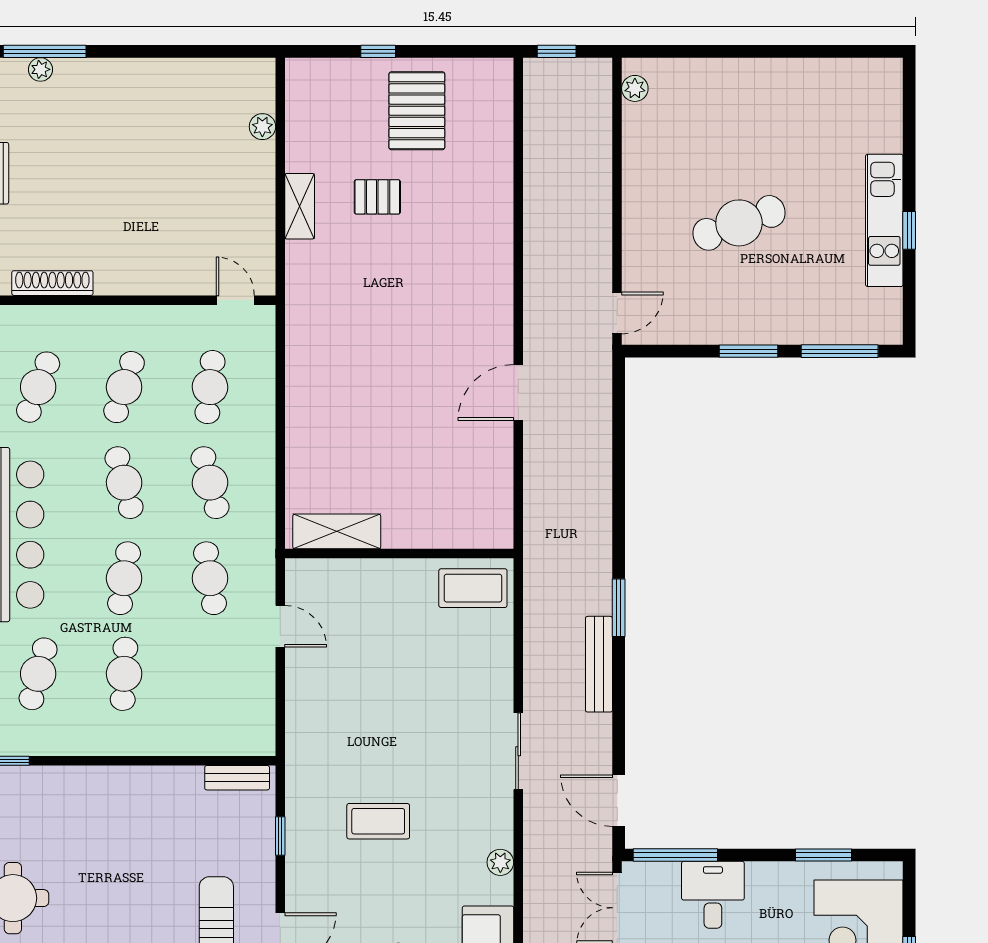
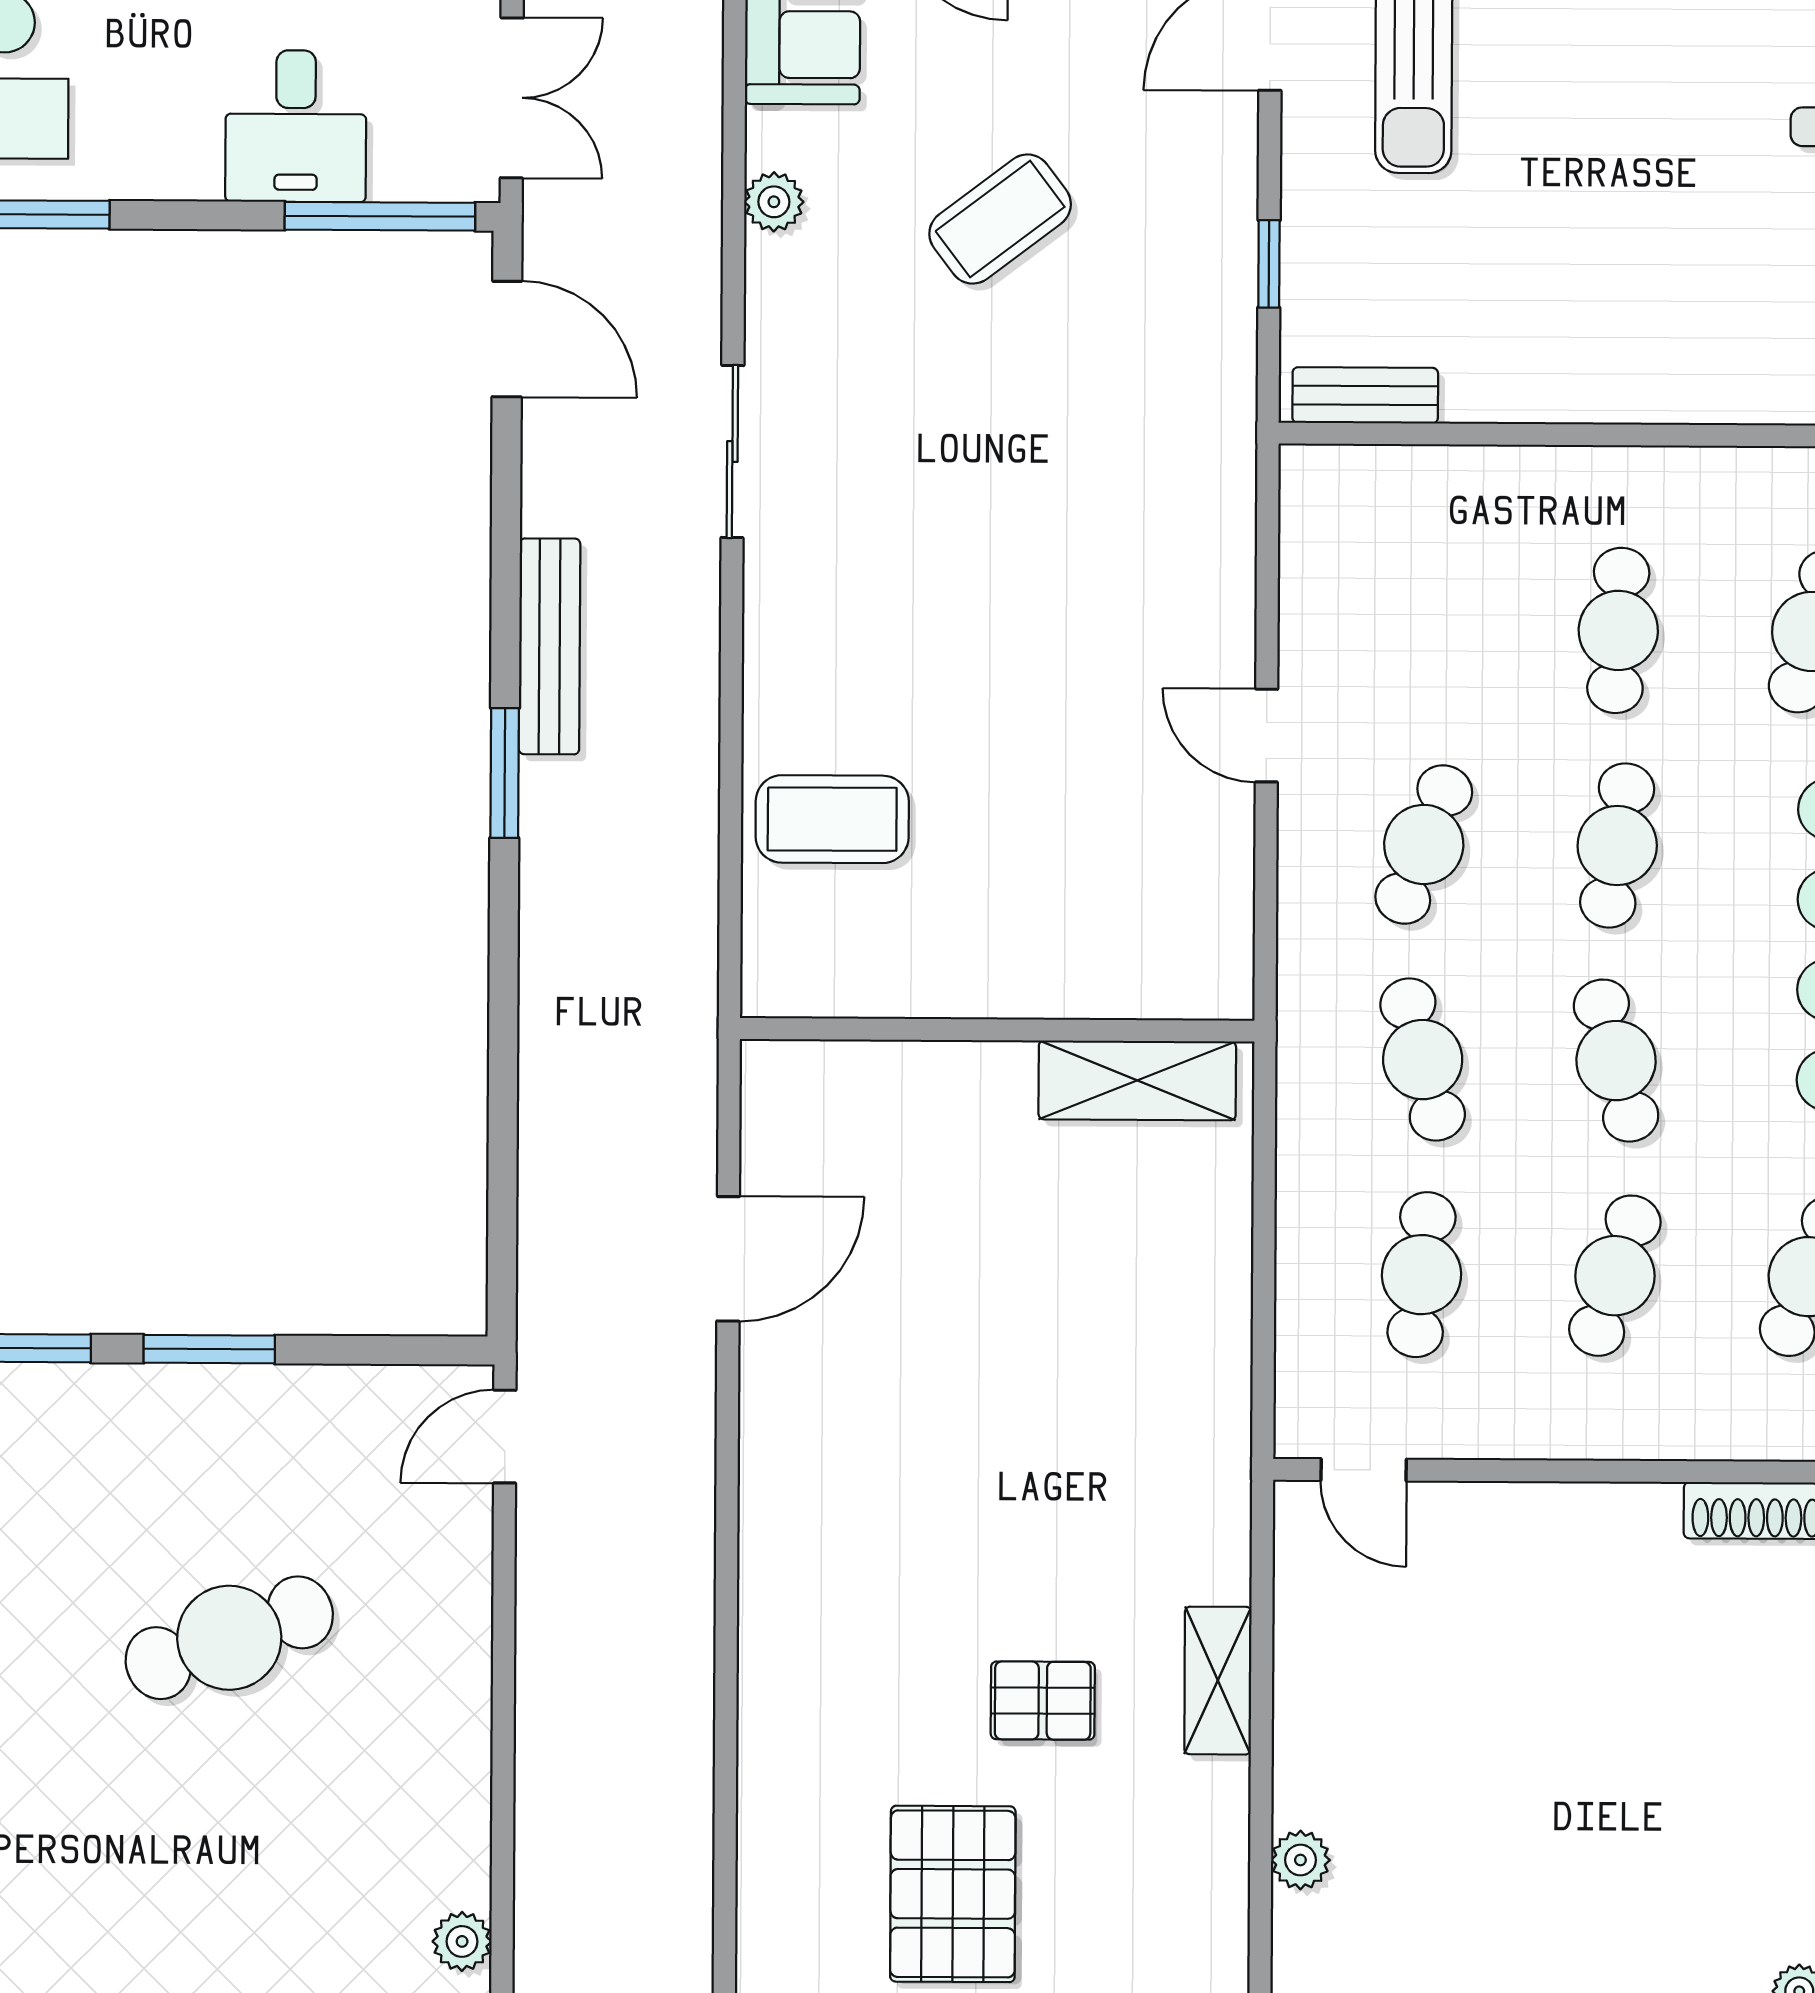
shelving: (337, 531) -> (1137, 1080), moved
wall: (399, 554) -> (997, 1030), moved
cafe table: (210, 578) -> (1424, 844), turned 30
coffee table: (378, 821) -> (1000, 219), moved, turned -37

